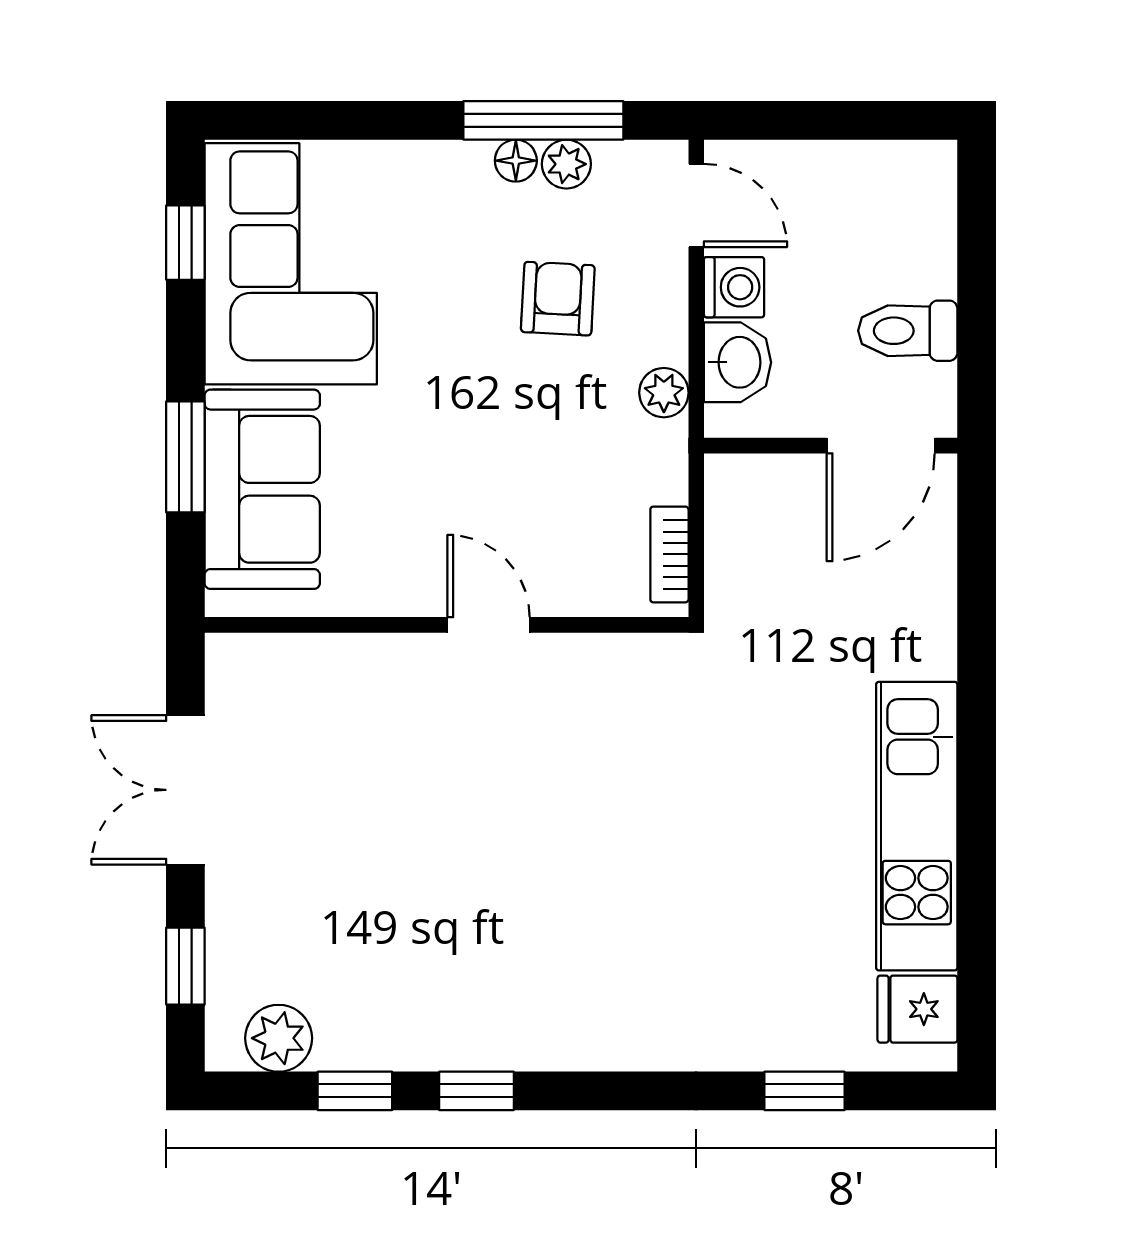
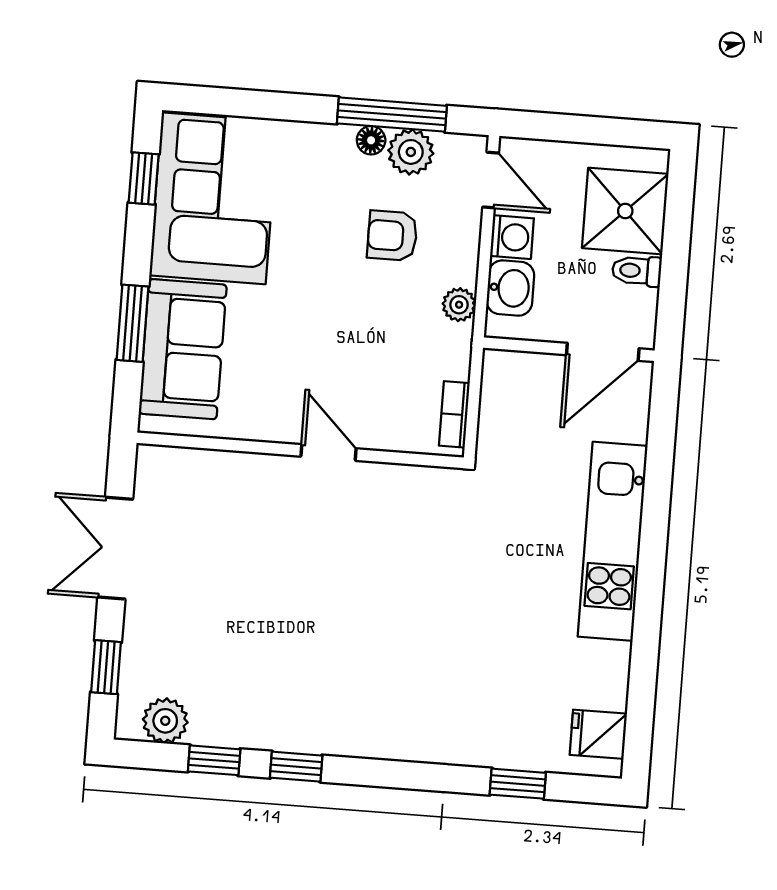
plant: (566, 164) -> (411, 152), width x1.38, depth x1.38
shower: (898, 236) -> (625, 211), added
armchair: (558, 299) -> (392, 236), turned -93
toilet: (908, 331) -> (637, 271), width x0.73, depth x0.72
kitchen unit: (917, 826) -> (613, 541), moved

